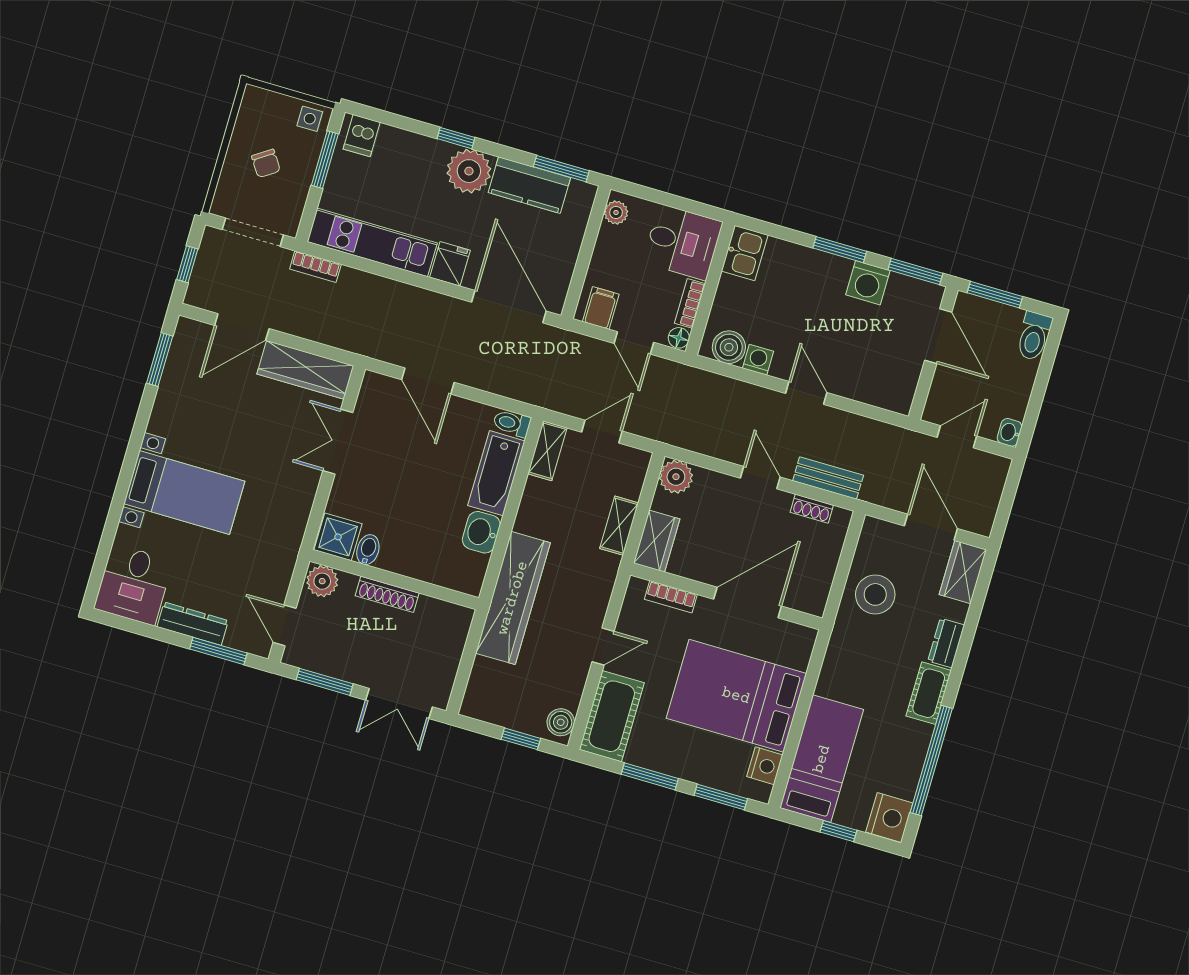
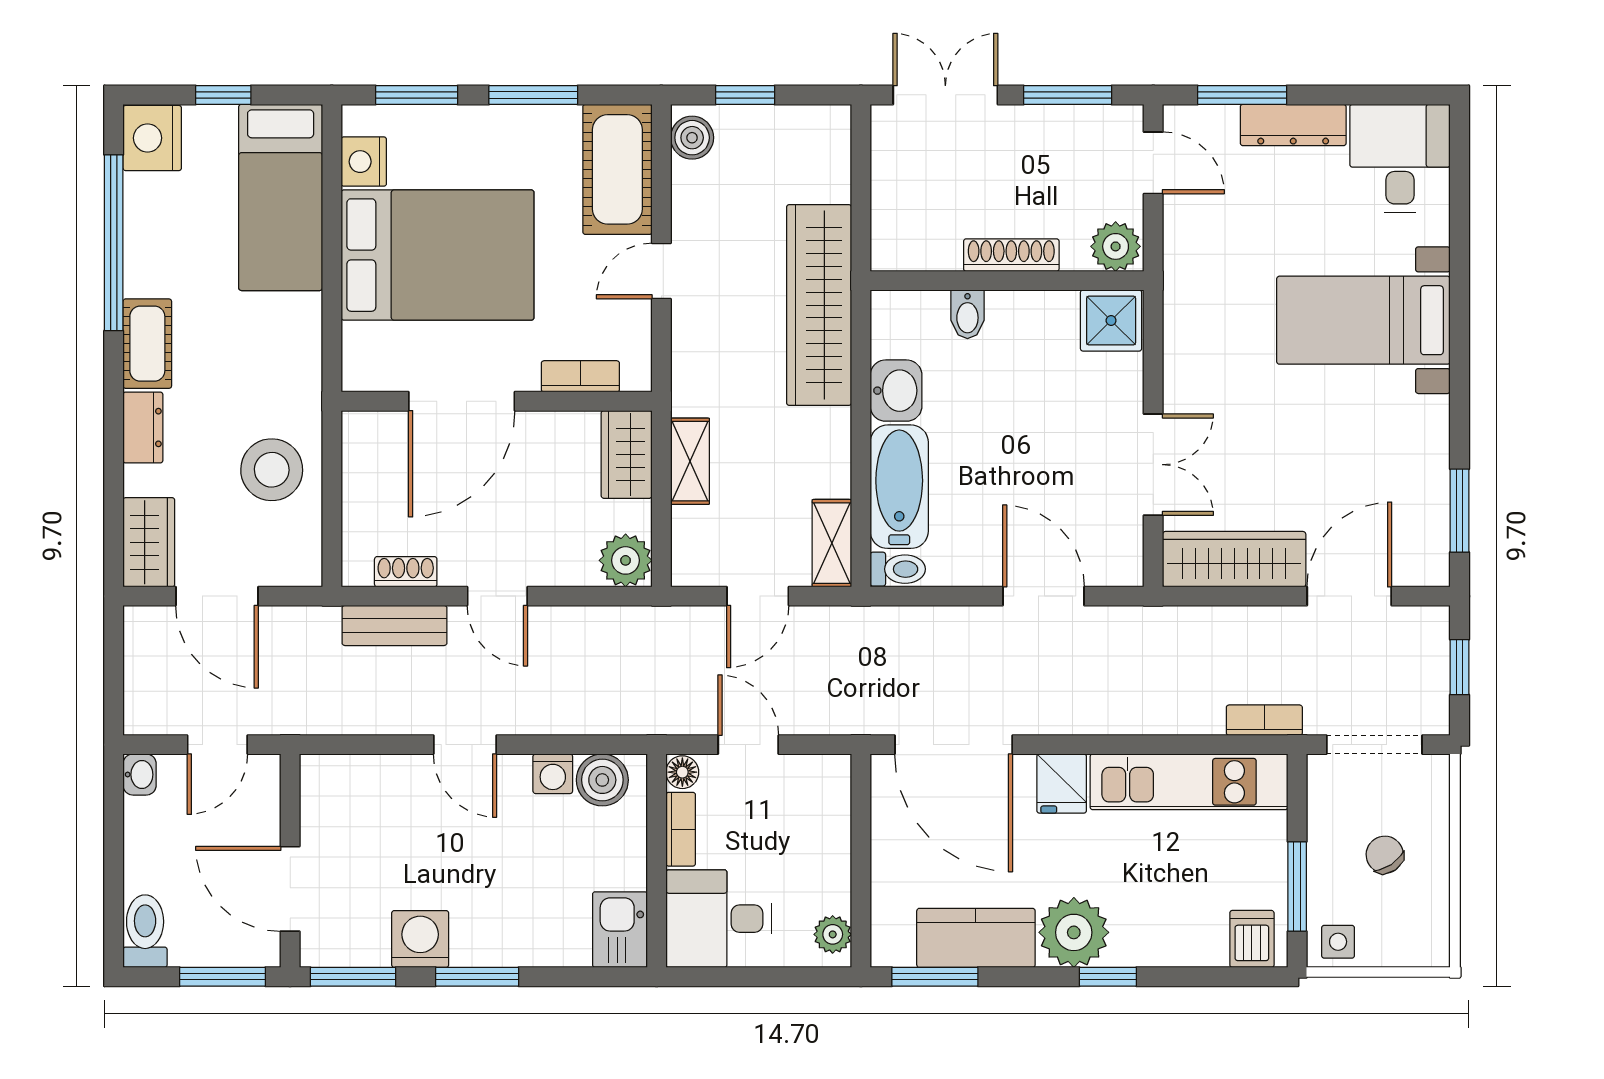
filing cabinet: (601, 308) -> (814, 783), removed
bidet: (368, 550) -> (967, 314), moved

